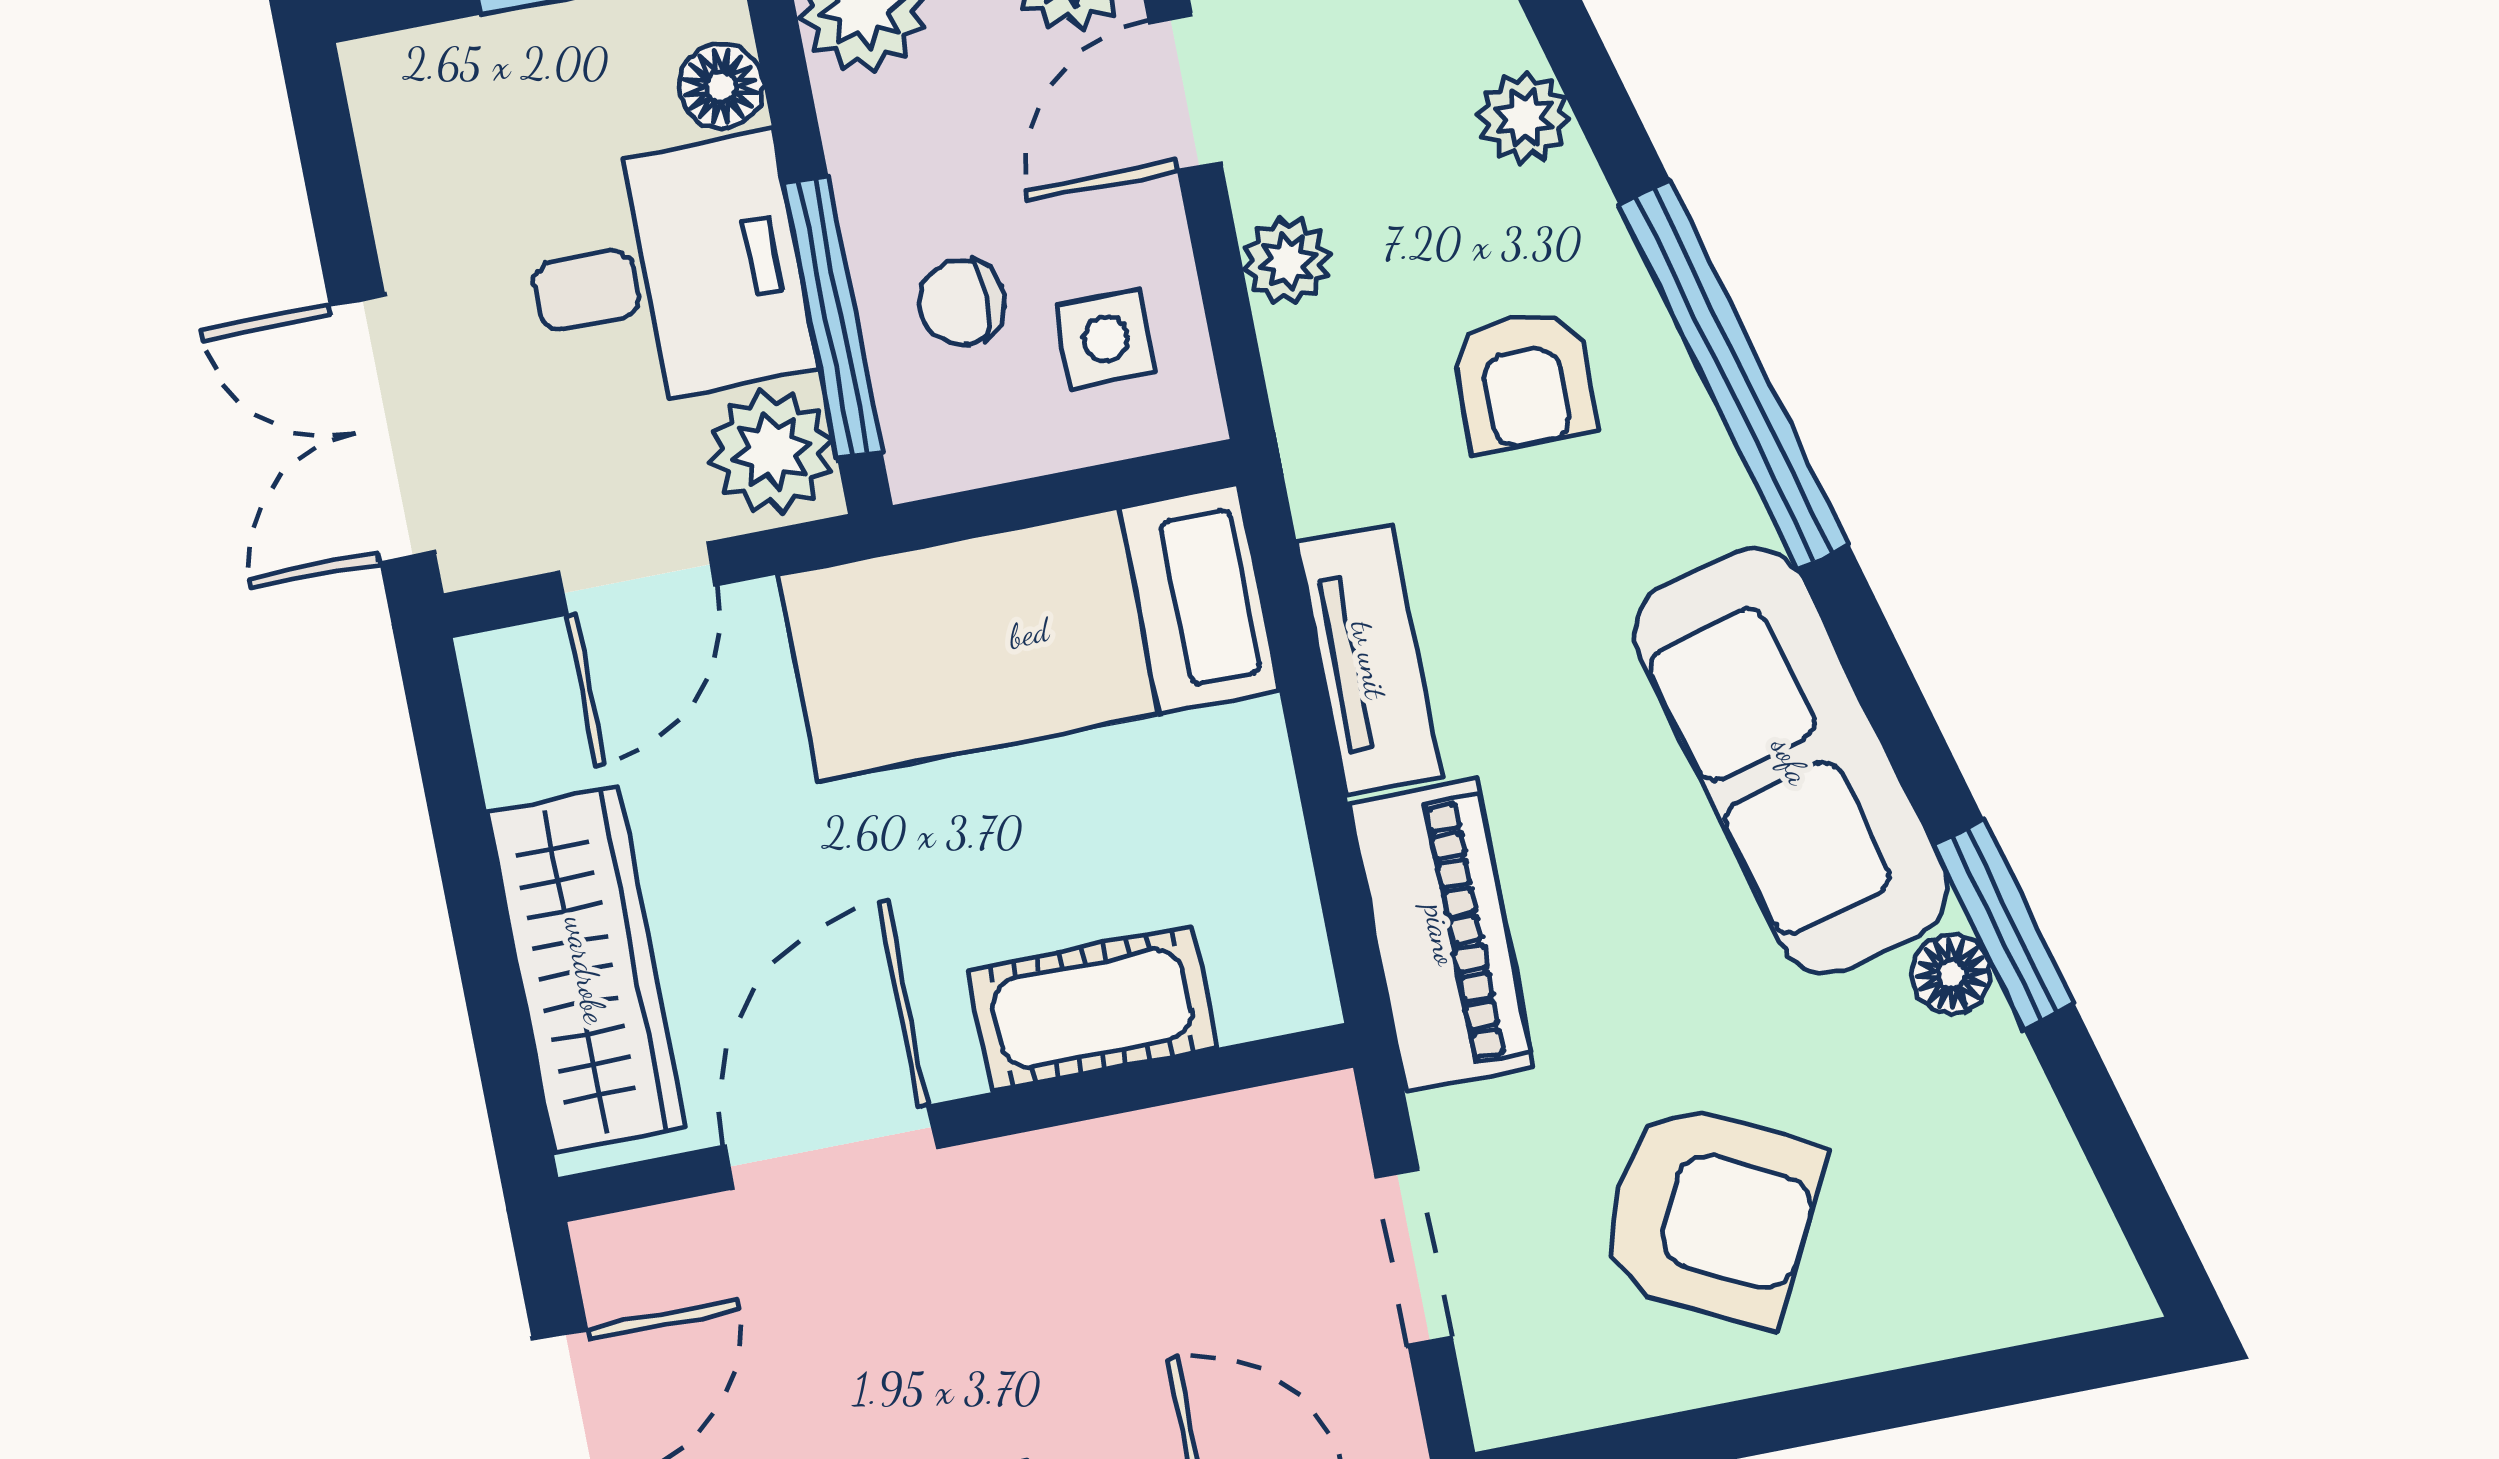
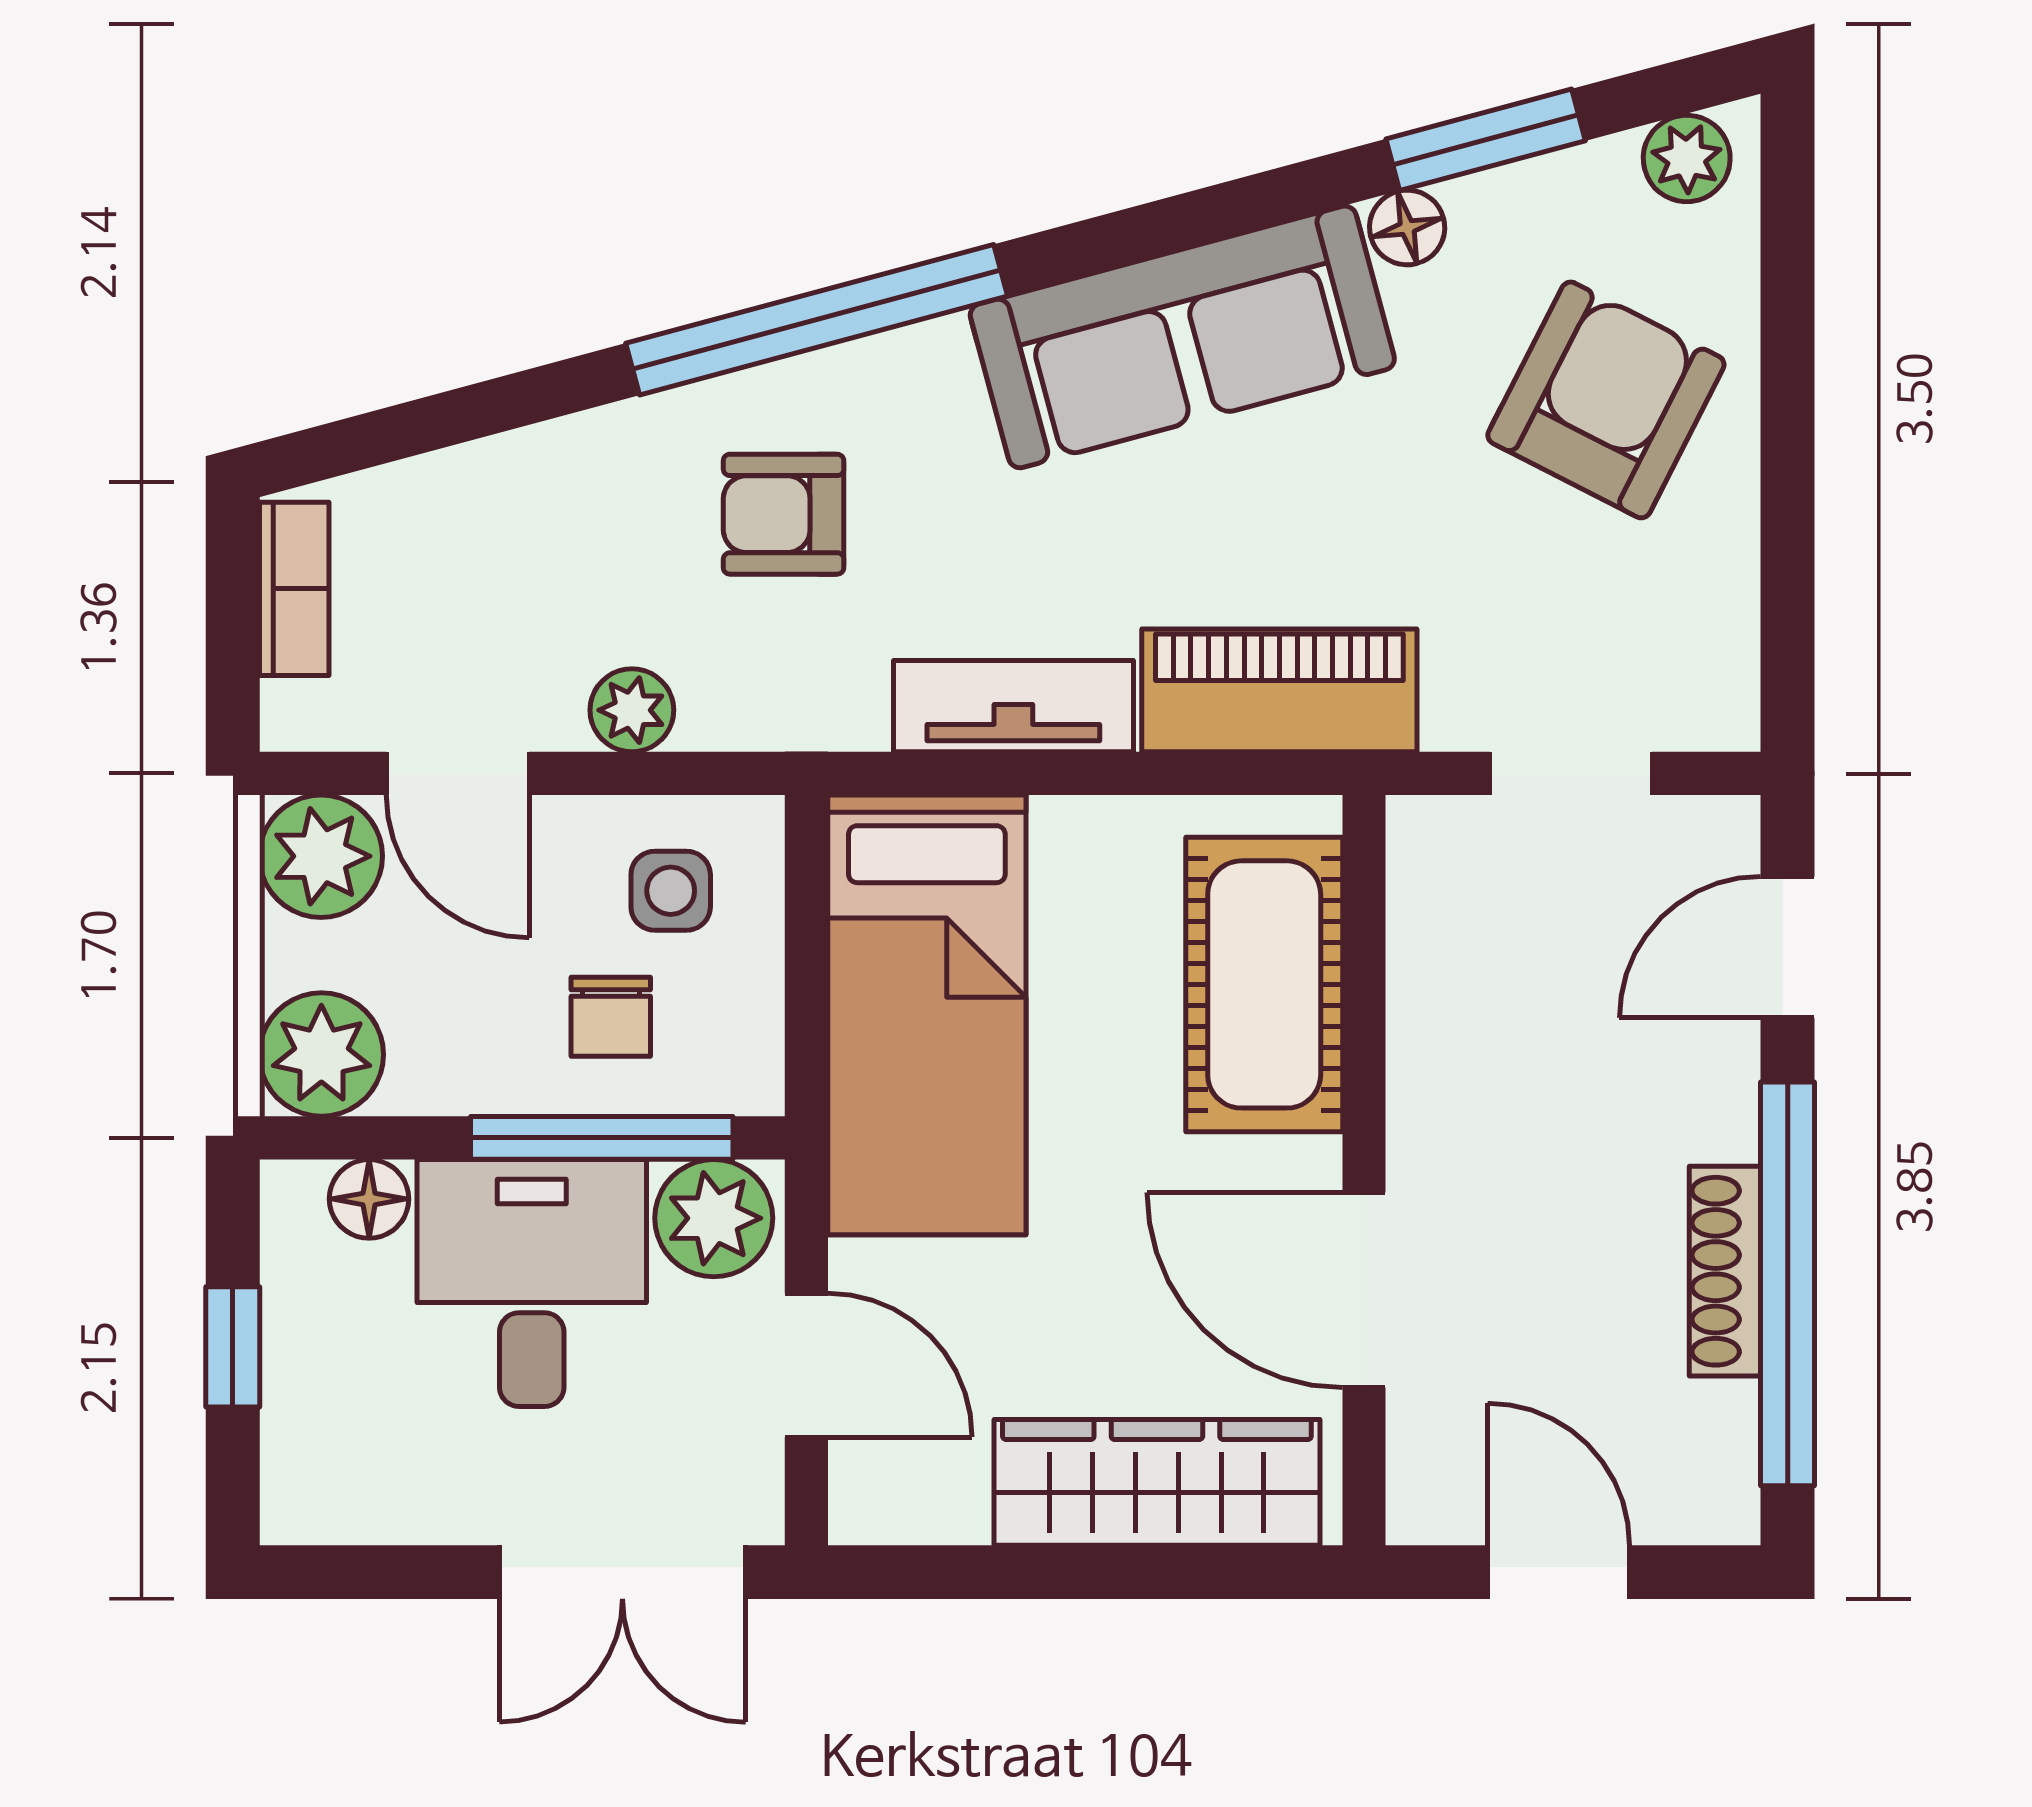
plant: (1524, 118) -> (1687, 158), moved
armchair: (1523, 380) -> (784, 514), turned 180
window: (2004, 924) -> (1486, 140), moved
cot: (1092, 1009) -> (1264, 984), width x1.37, depth x1.34
armchair: (1710, 1214) -> (1606, 400), moved

